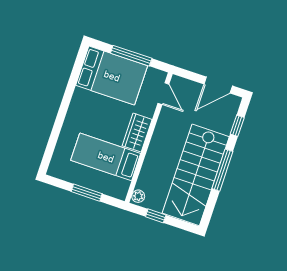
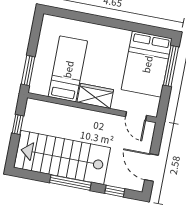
window: (131, 56) -> (171, 66), moved
door: (163, 94) -> (136, 116), hinge flipped
window: (87, 193) -> (28, 70), moved
plant: (138, 196) -> (34, 105), removed

